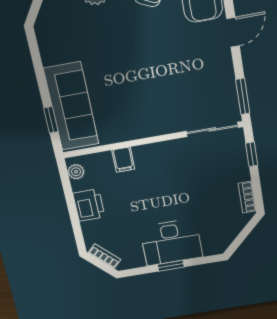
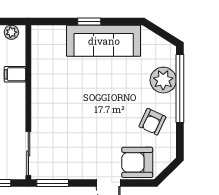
sofa: (71, 106) -> (104, 41), moved
window: (51, 120) -> (89, 21), moved

